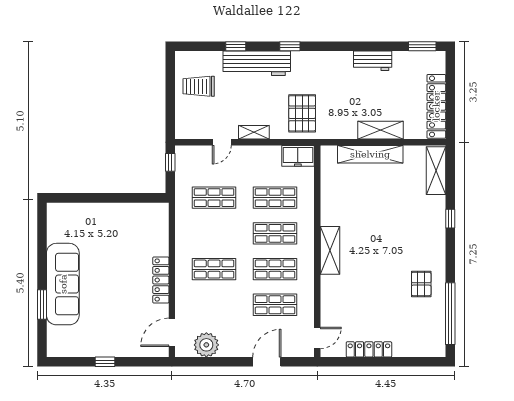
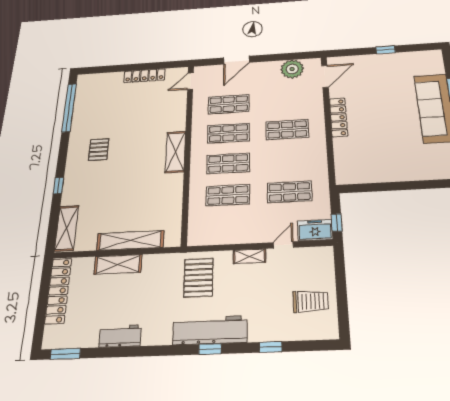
workbench: (257, 63) -> (210, 330), moved
freezer: (298, 156) -> (315, 230), moved
pallet: (421, 284) -> (99, 150), moved

